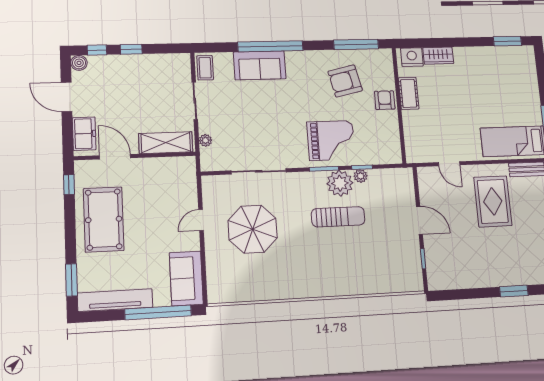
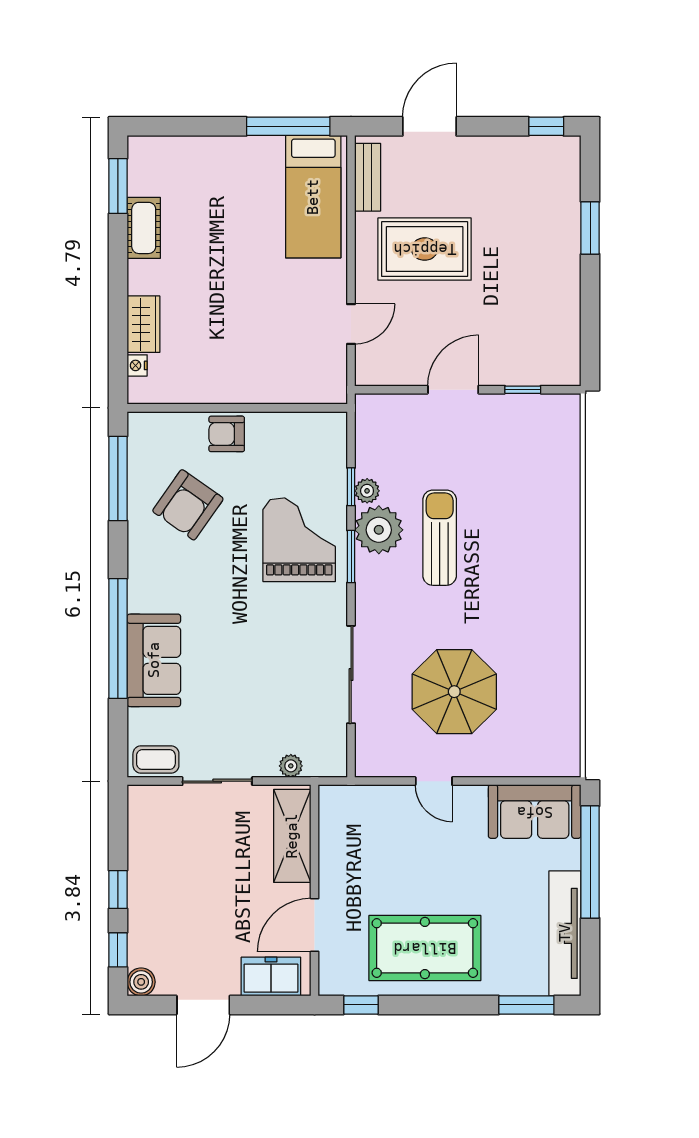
nightstand: (412, 57) -> (137, 365), width x0.53, depth x0.56
armchair: (345, 81) -> (188, 505), turned 48
cot: (409, 93) -> (144, 228), moved, turned 90

